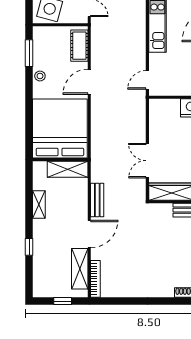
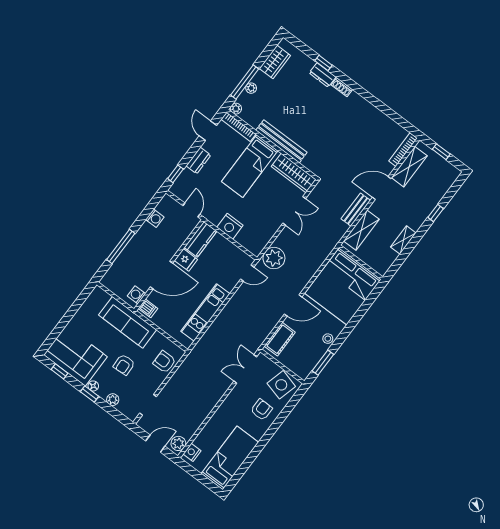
plant: (135, 109) -> (274, 258), added
shelving: (68, 169) -> (361, 230), moved, turned 90

